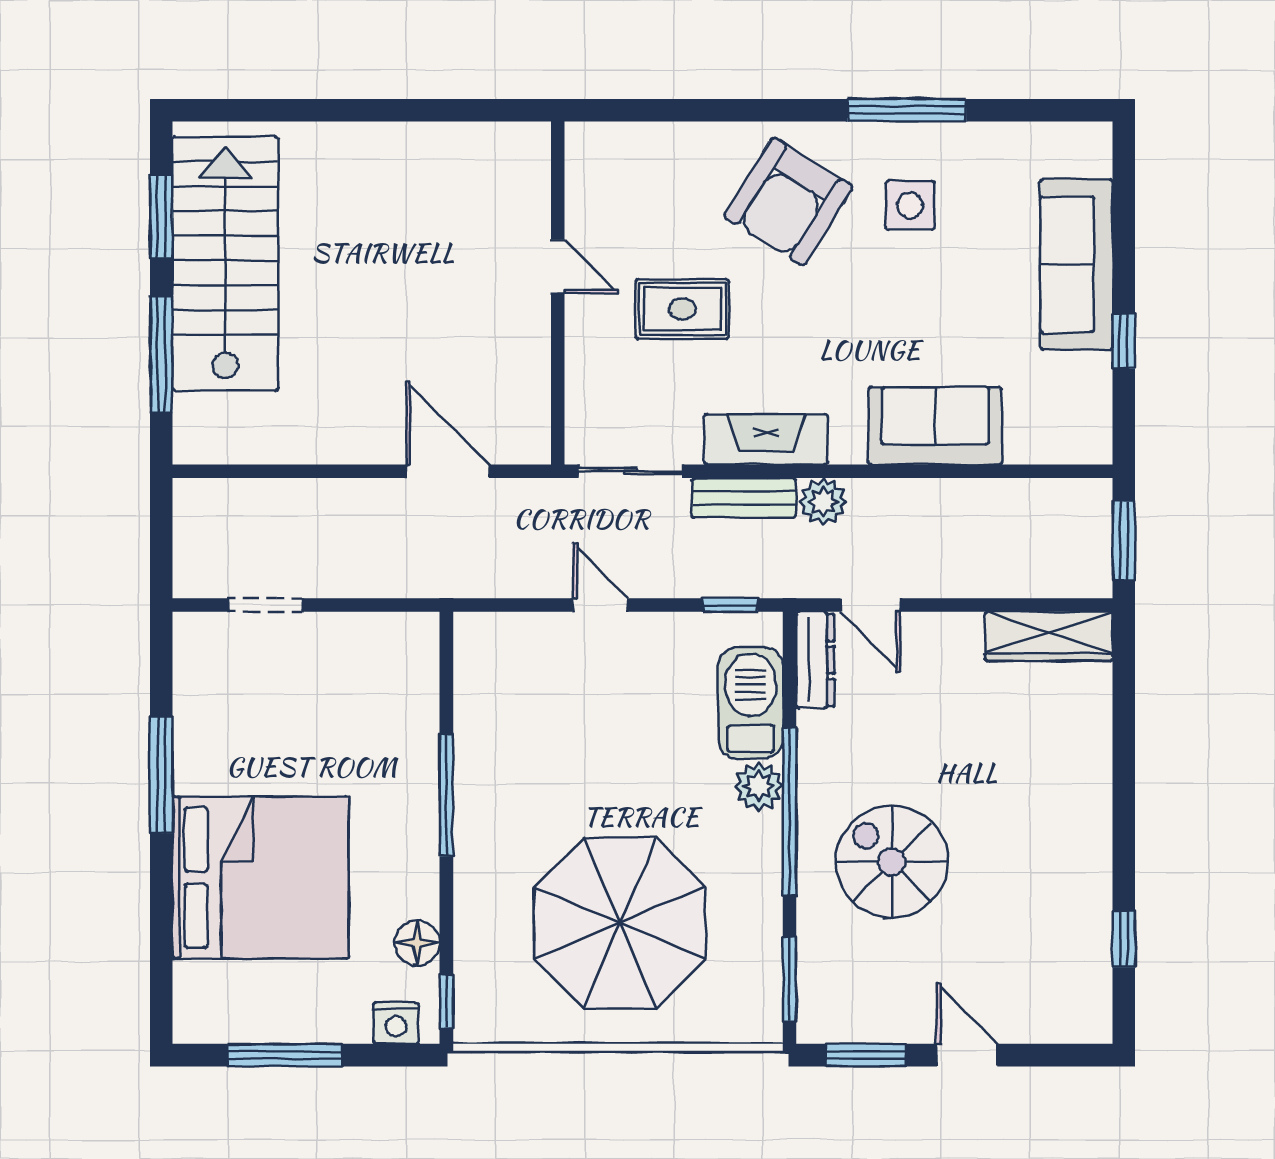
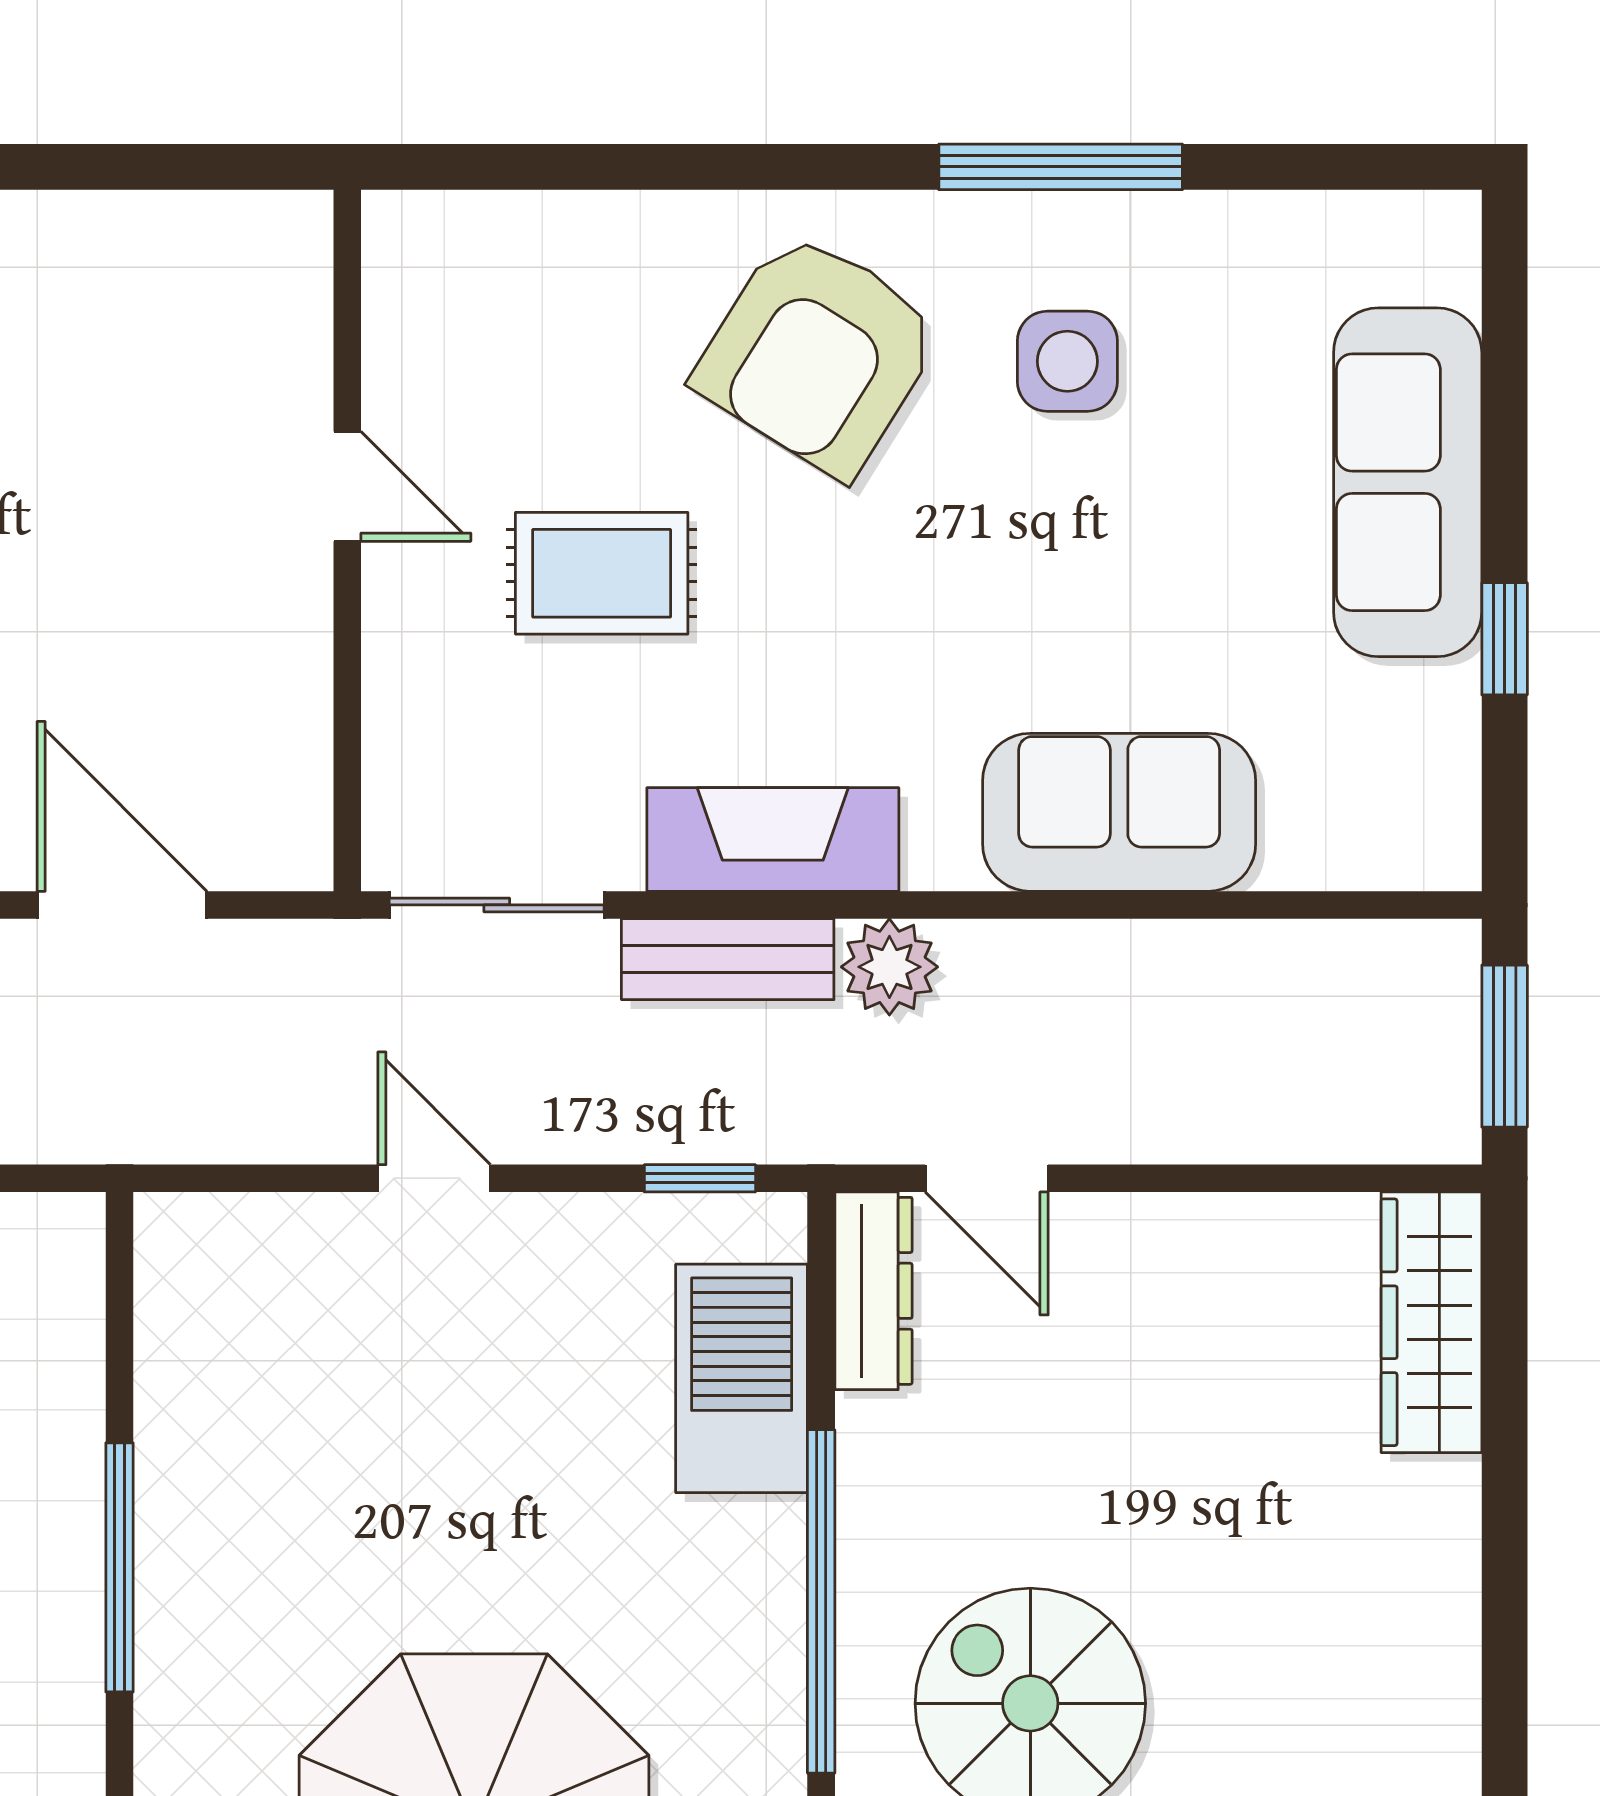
wardrobe: (1049, 636) -> (1431, 1322), moved, turned 90
plant: (759, 786) -> (758, 1549), removed

